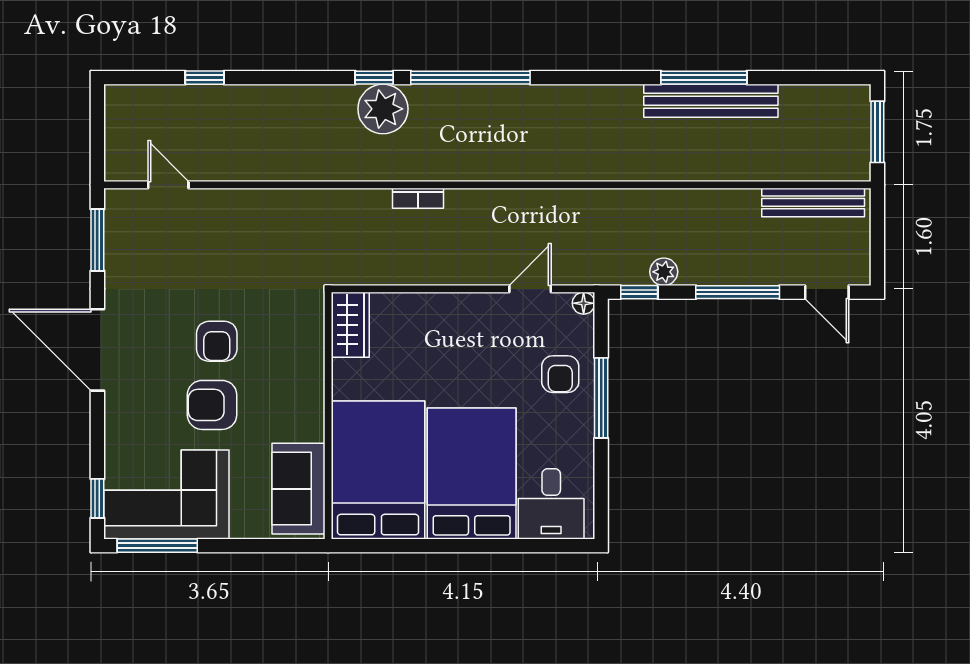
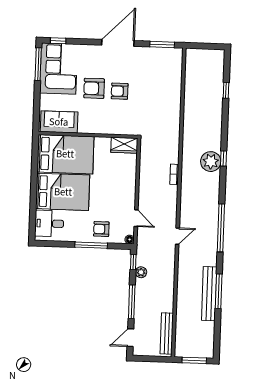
window: (470, 78) -> (221, 228), moved
door: (168, 185) -> (177, 236), moved
armchair: (212, 405) -> (94, 88), turned -90

